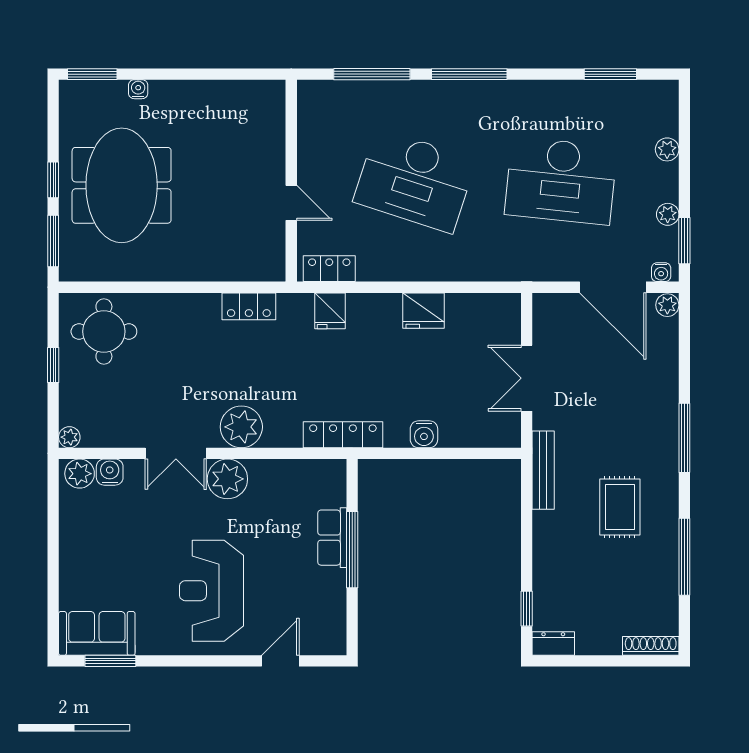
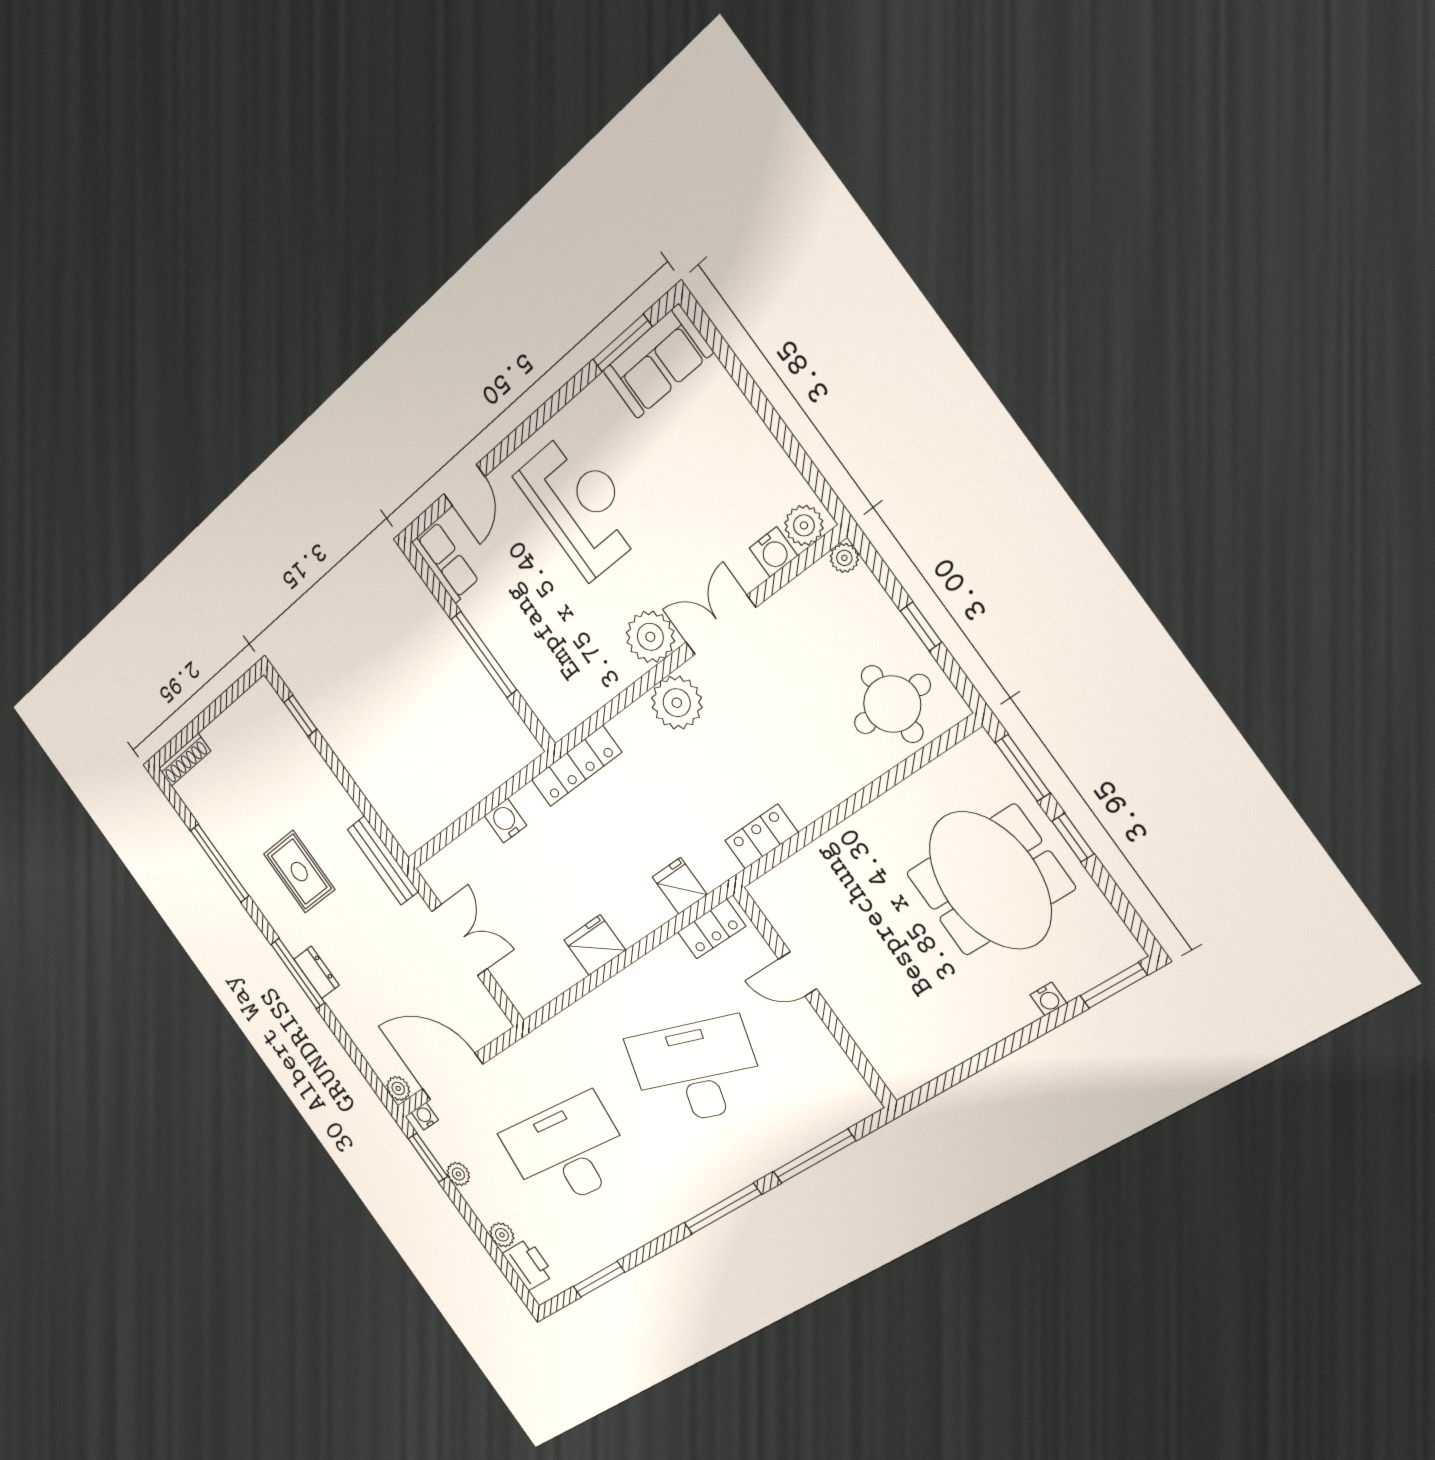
printer: (662, 116) -> (528, 1264), added
row of seats: (332, 538) -> (446, 562), moved
dresser: (553, 644) -> (316, 972), moved, turned -90

